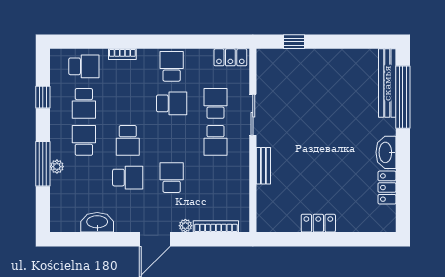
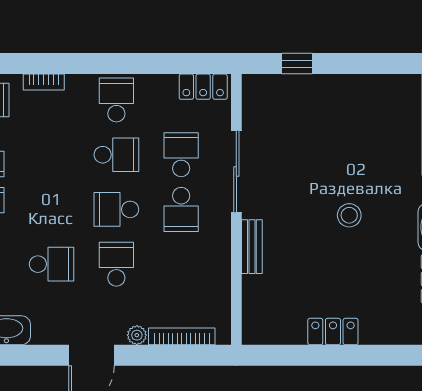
sliding door: (253, 115) -> (236, 171), width x1.37
school desk: (128, 140) -> (116, 209), moved, turned 90
stool: (329, 144) -> (349, 215), added

